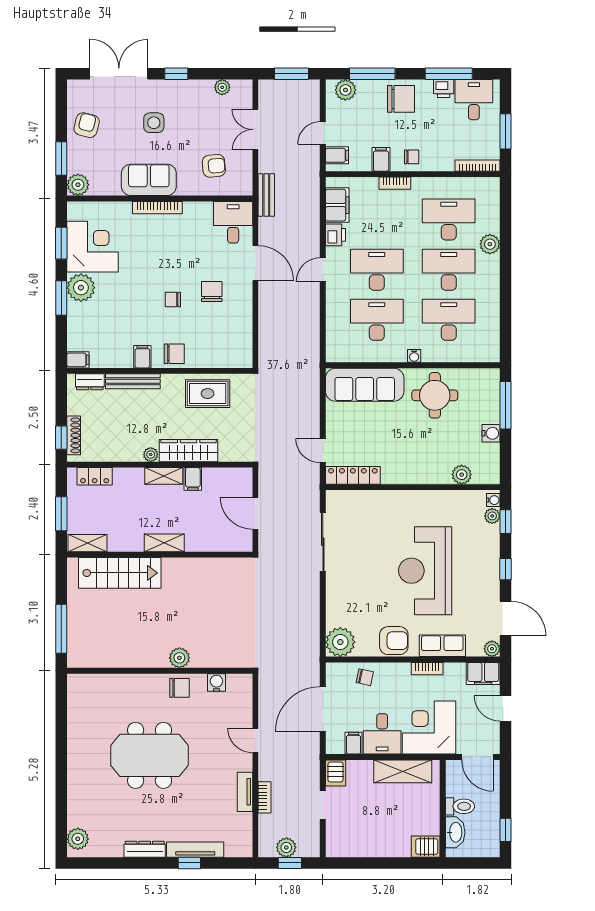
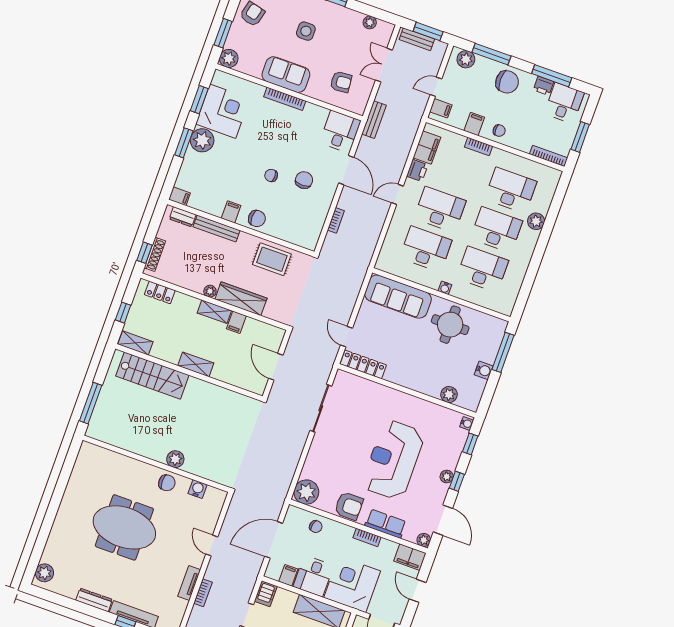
bench: (282, 87) -> (417, 39), added
bookcase: (264, 324) -> (336, 220), added
window: (61, 514) -> (123, 313), width x0.67
plant: (492, 516) -> (447, 477), moved

